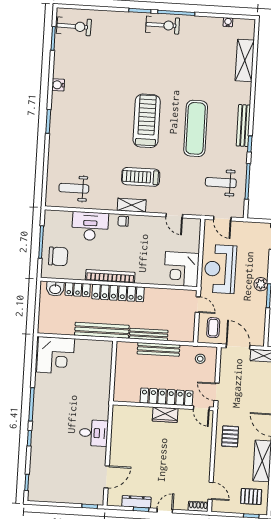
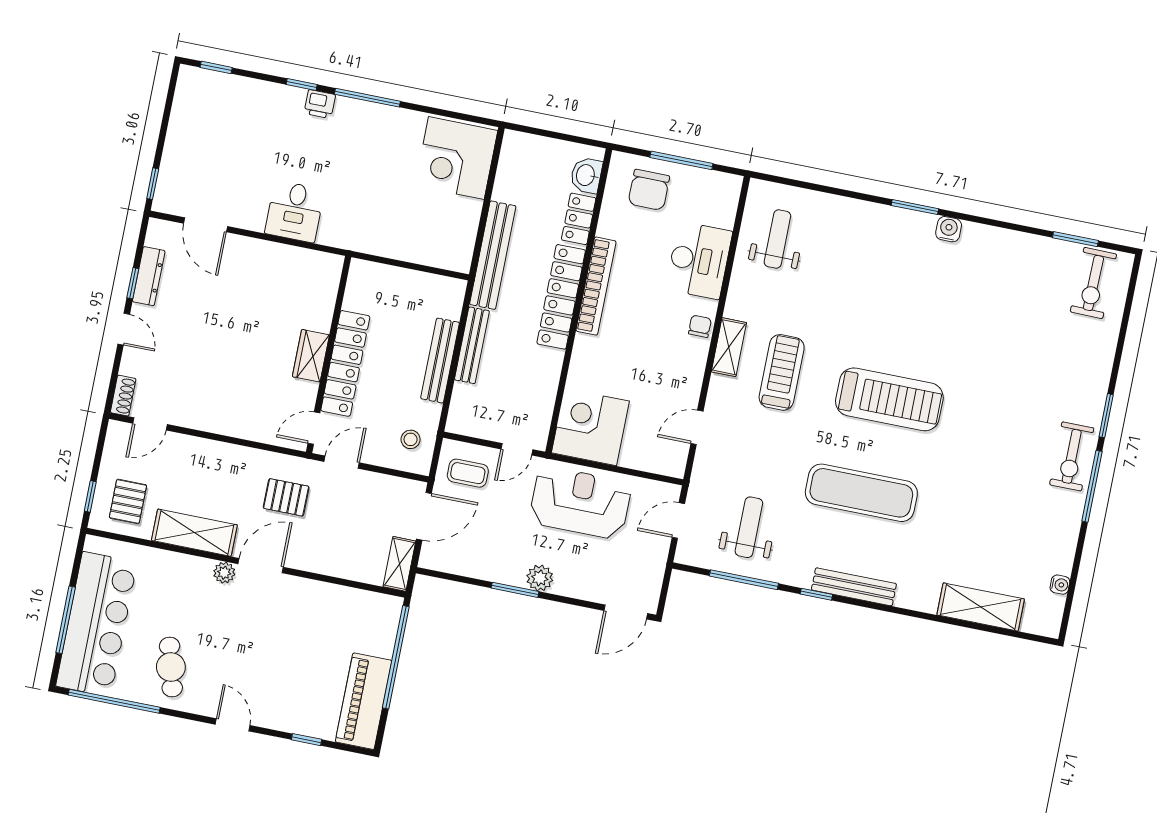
water cooler: (58, 85) -> (949, 229), moved
printer: (38, 428) -> (320, 104), added
pallet: (230, 436) -> (286, 497), moved

